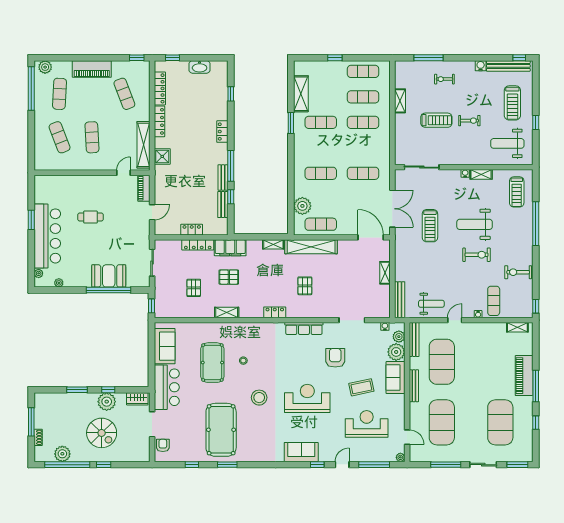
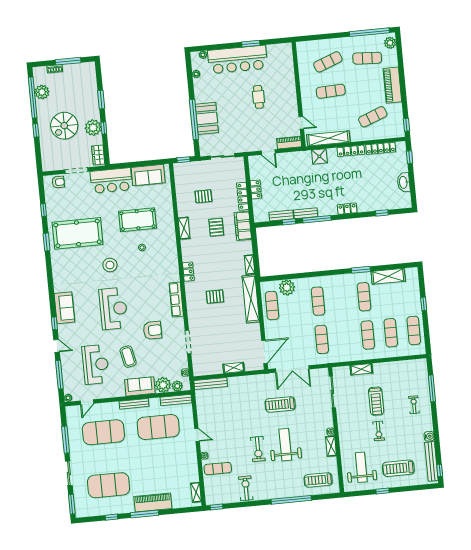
shelving: (400, 101) -> (361, 369), moved
weight bench: (431, 304) -> (210, 412), removed

